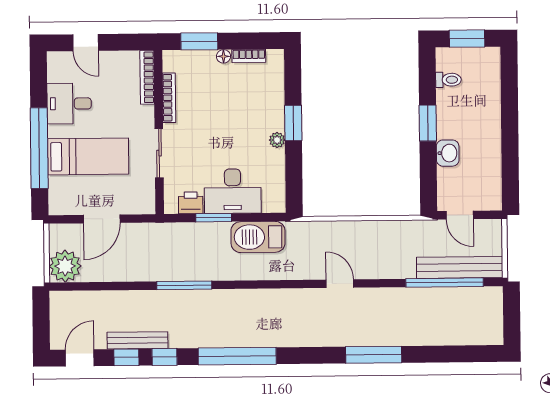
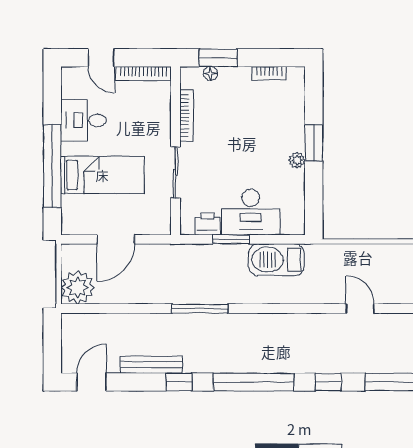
floor lamp: (224, 56) -> (210, 73), moved
bookcase: (147, 77) -> (143, 74), moved, turned -90
window: (126, 357) -> (328, 382), moved

